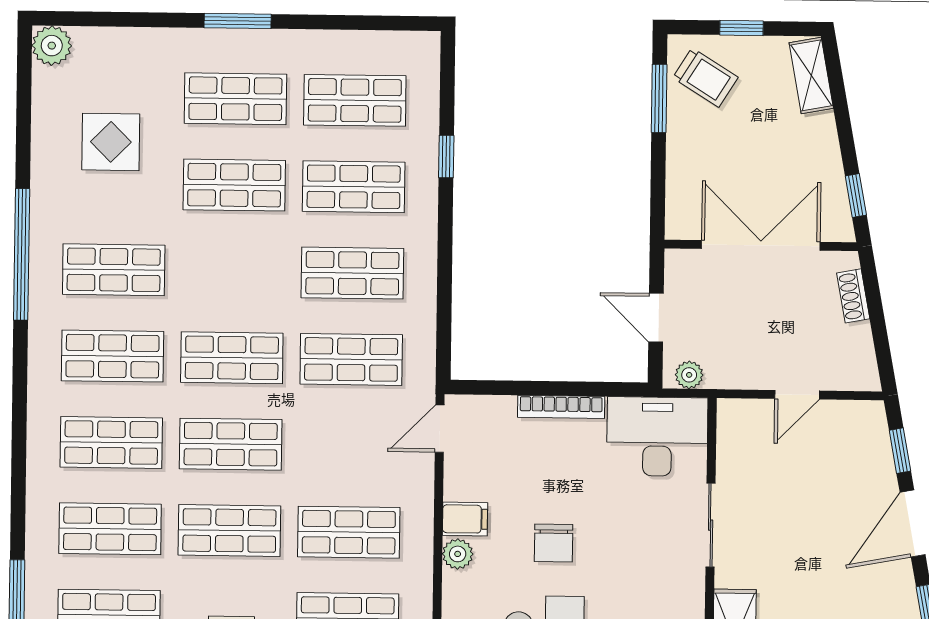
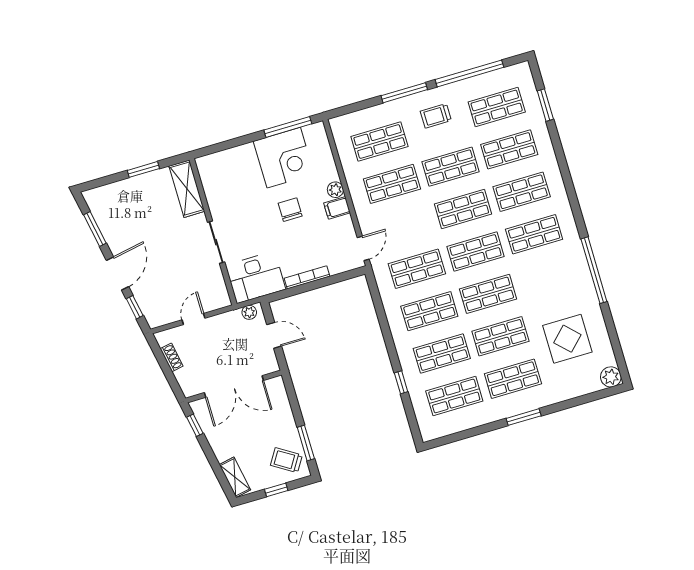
display table: (111, 142) -> (567, 339), width x1.36, depth x1.36
shop shelf: (114, 270) -> (488, 294), moved
shoe rack: (853, 296) -> (172, 357), moved

